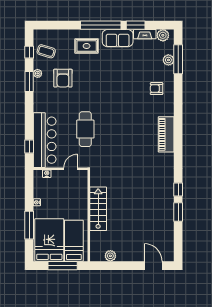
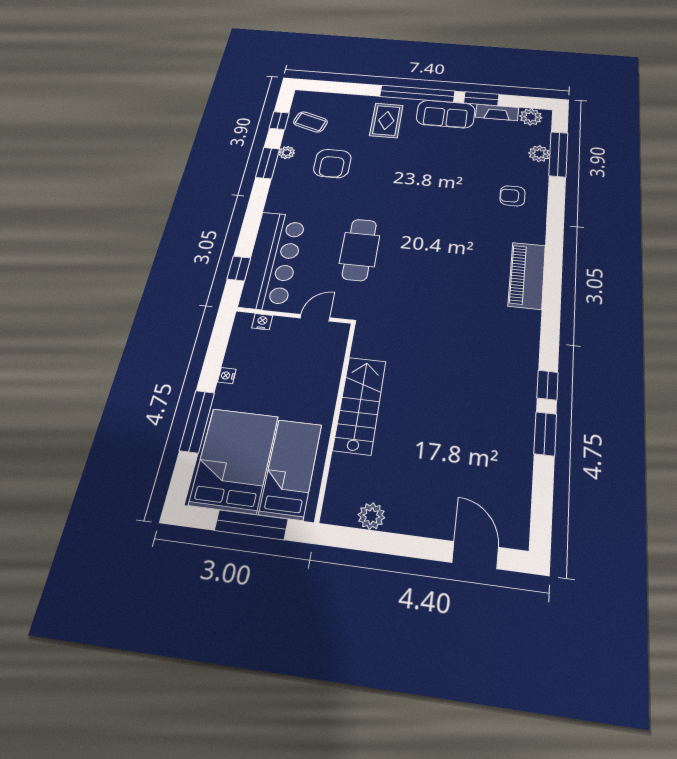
rug: (87, 46) -> (386, 120), turned 90

